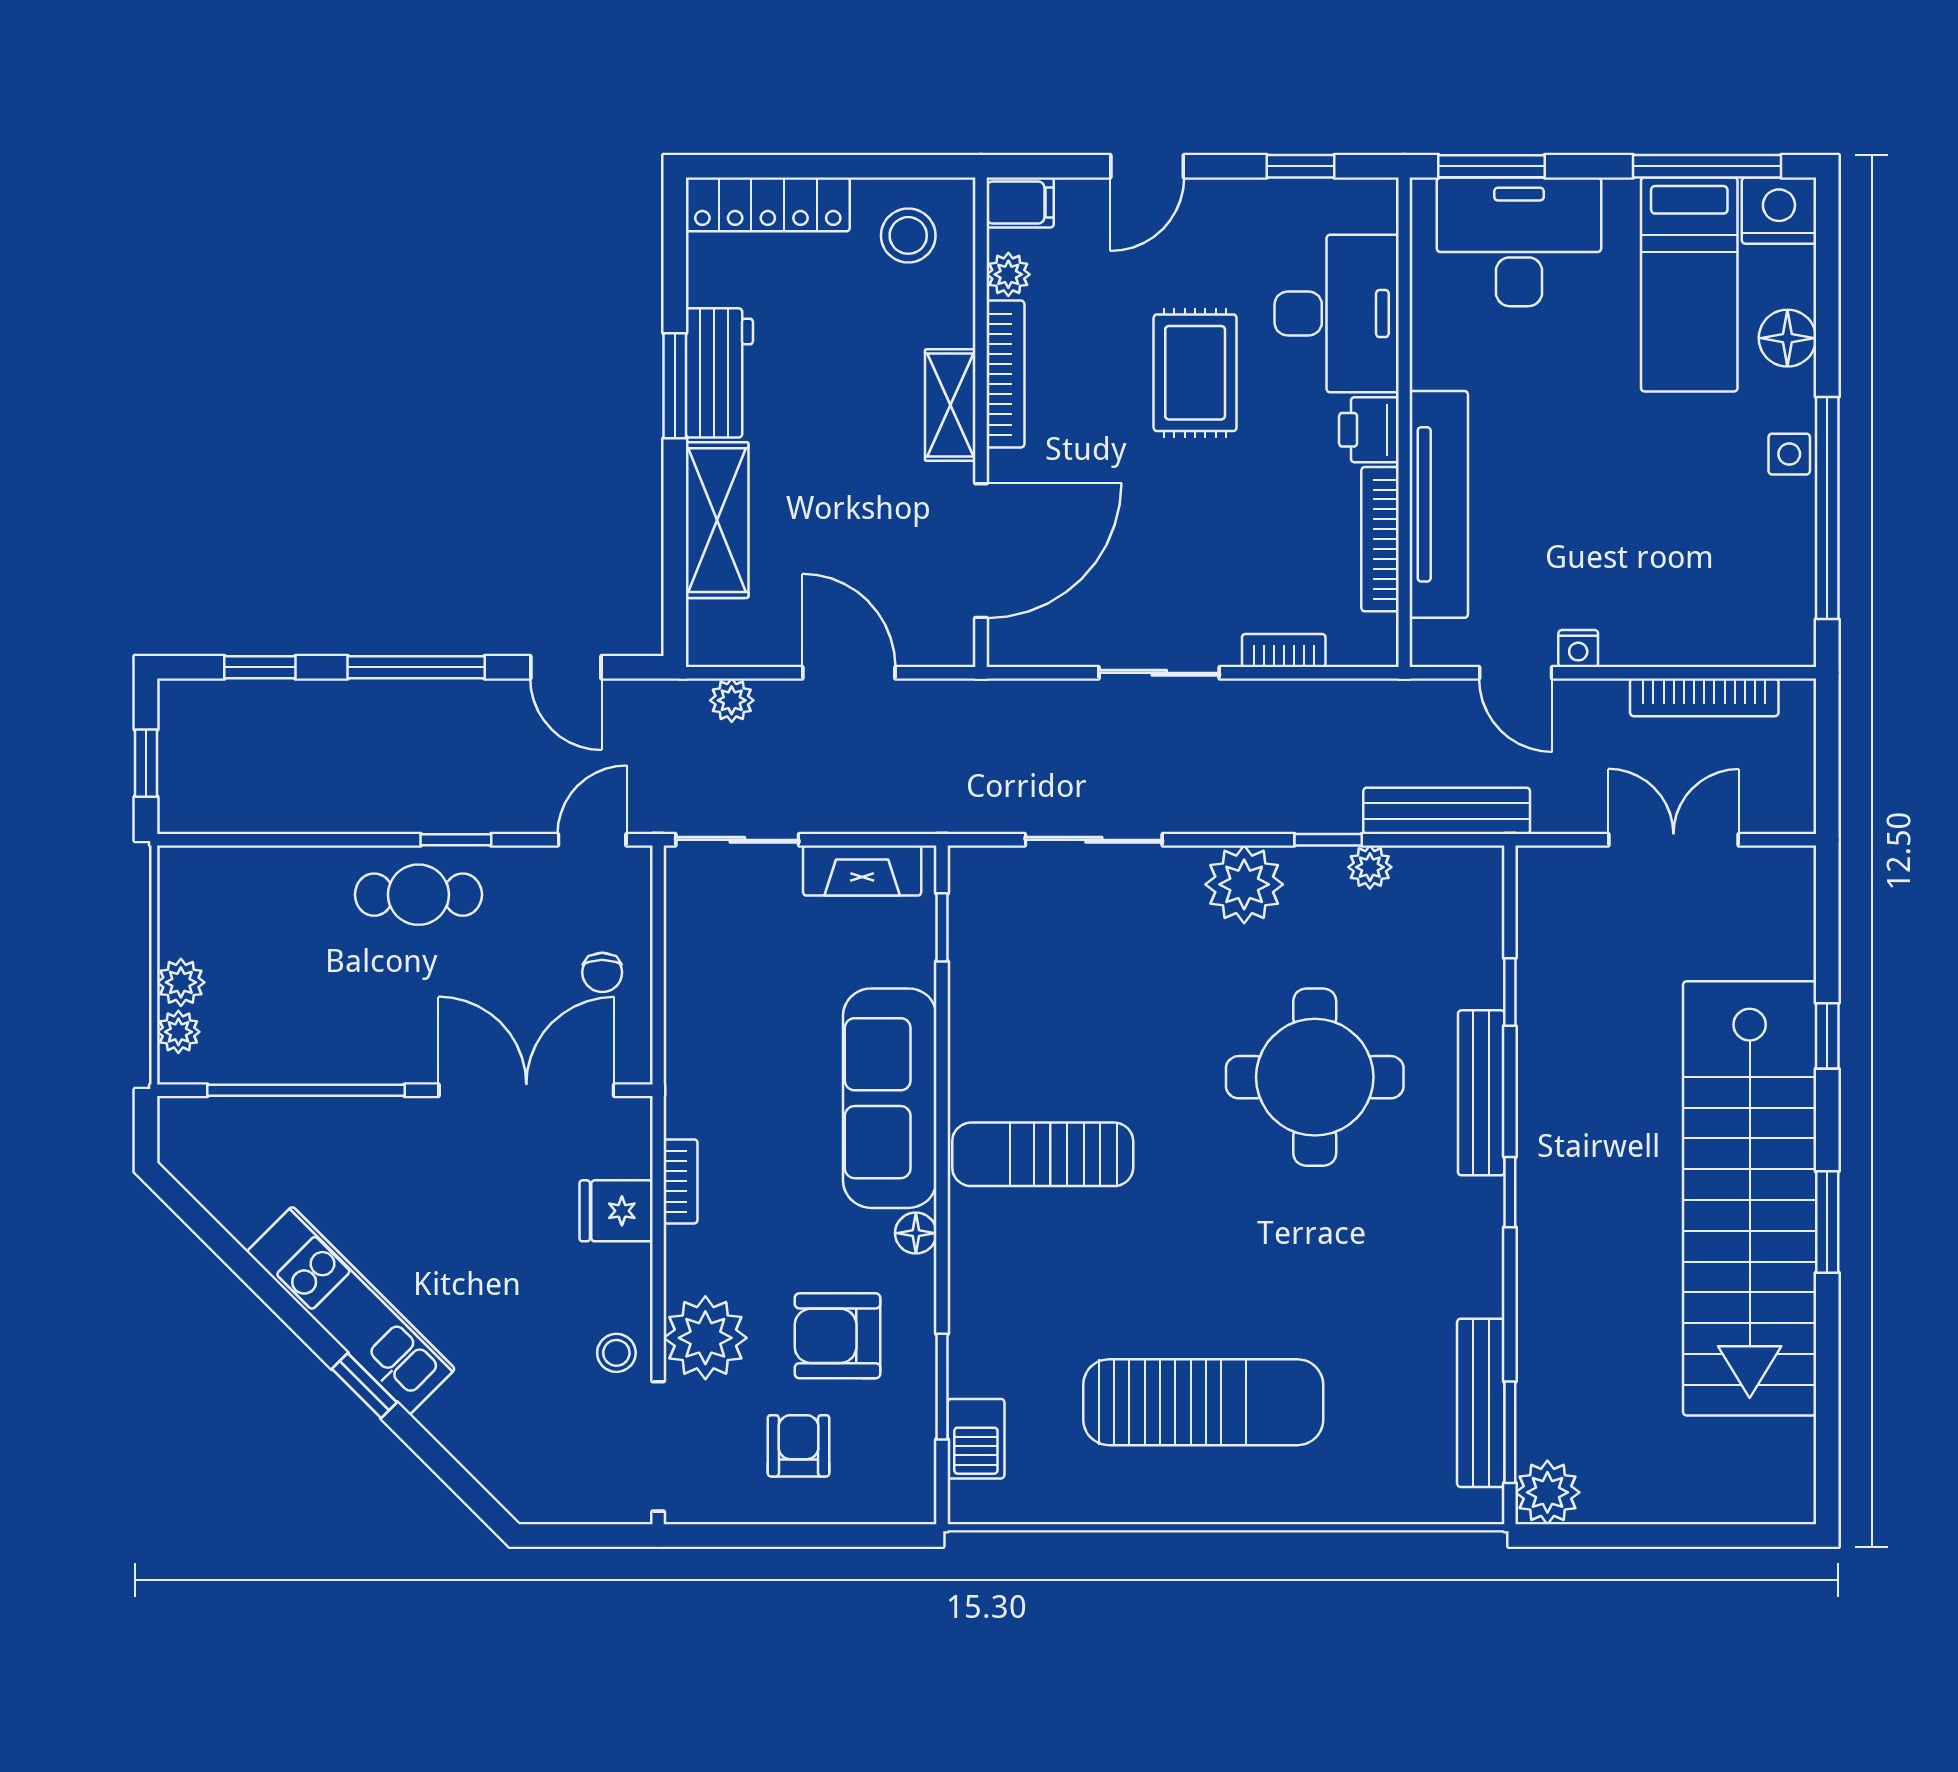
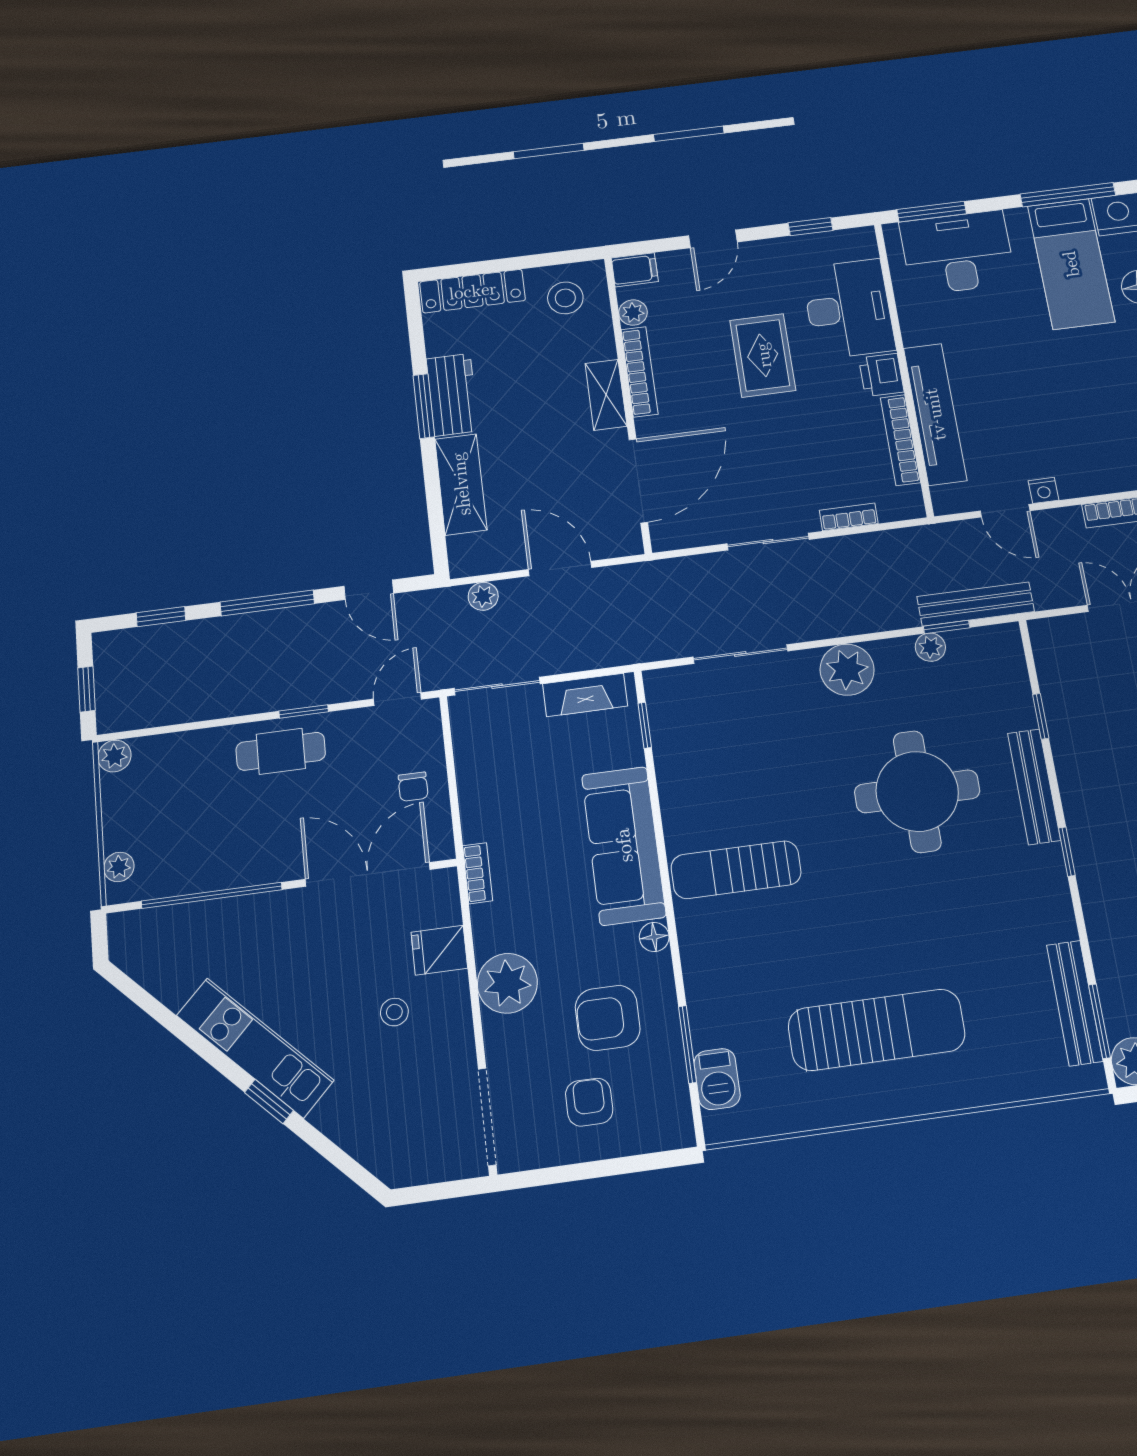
window: (1328, 840) -> (947, 627), moved
plant: (181, 982) -> (114, 756), moved
bookcase: (681, 1181) -> (478, 873), moved
plant: (705, 1338) -> (507, 983), moved
stool: (616, 1353) -> (394, 1012), moved

